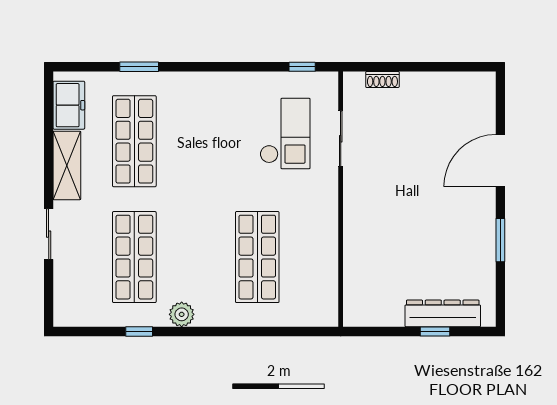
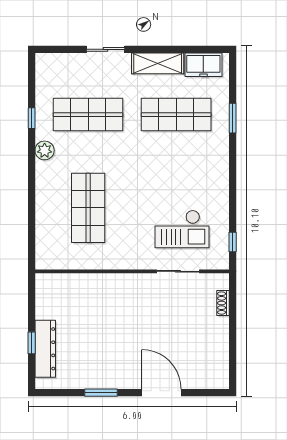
shop shelf: (257, 257) -> (88, 208), turned 90

